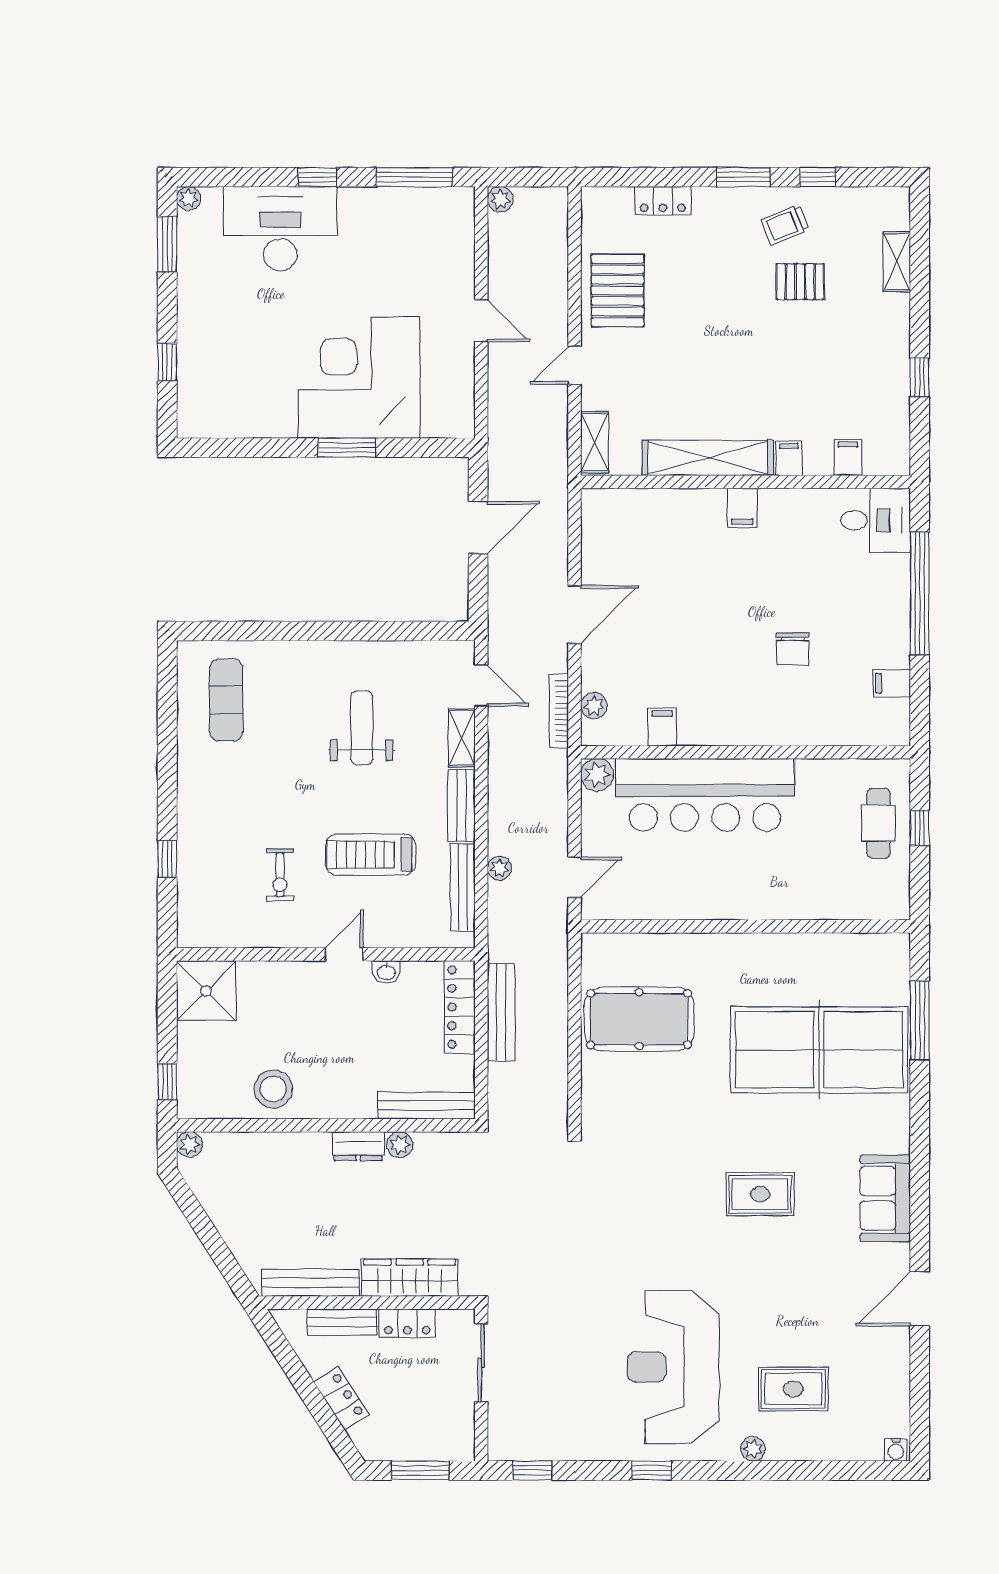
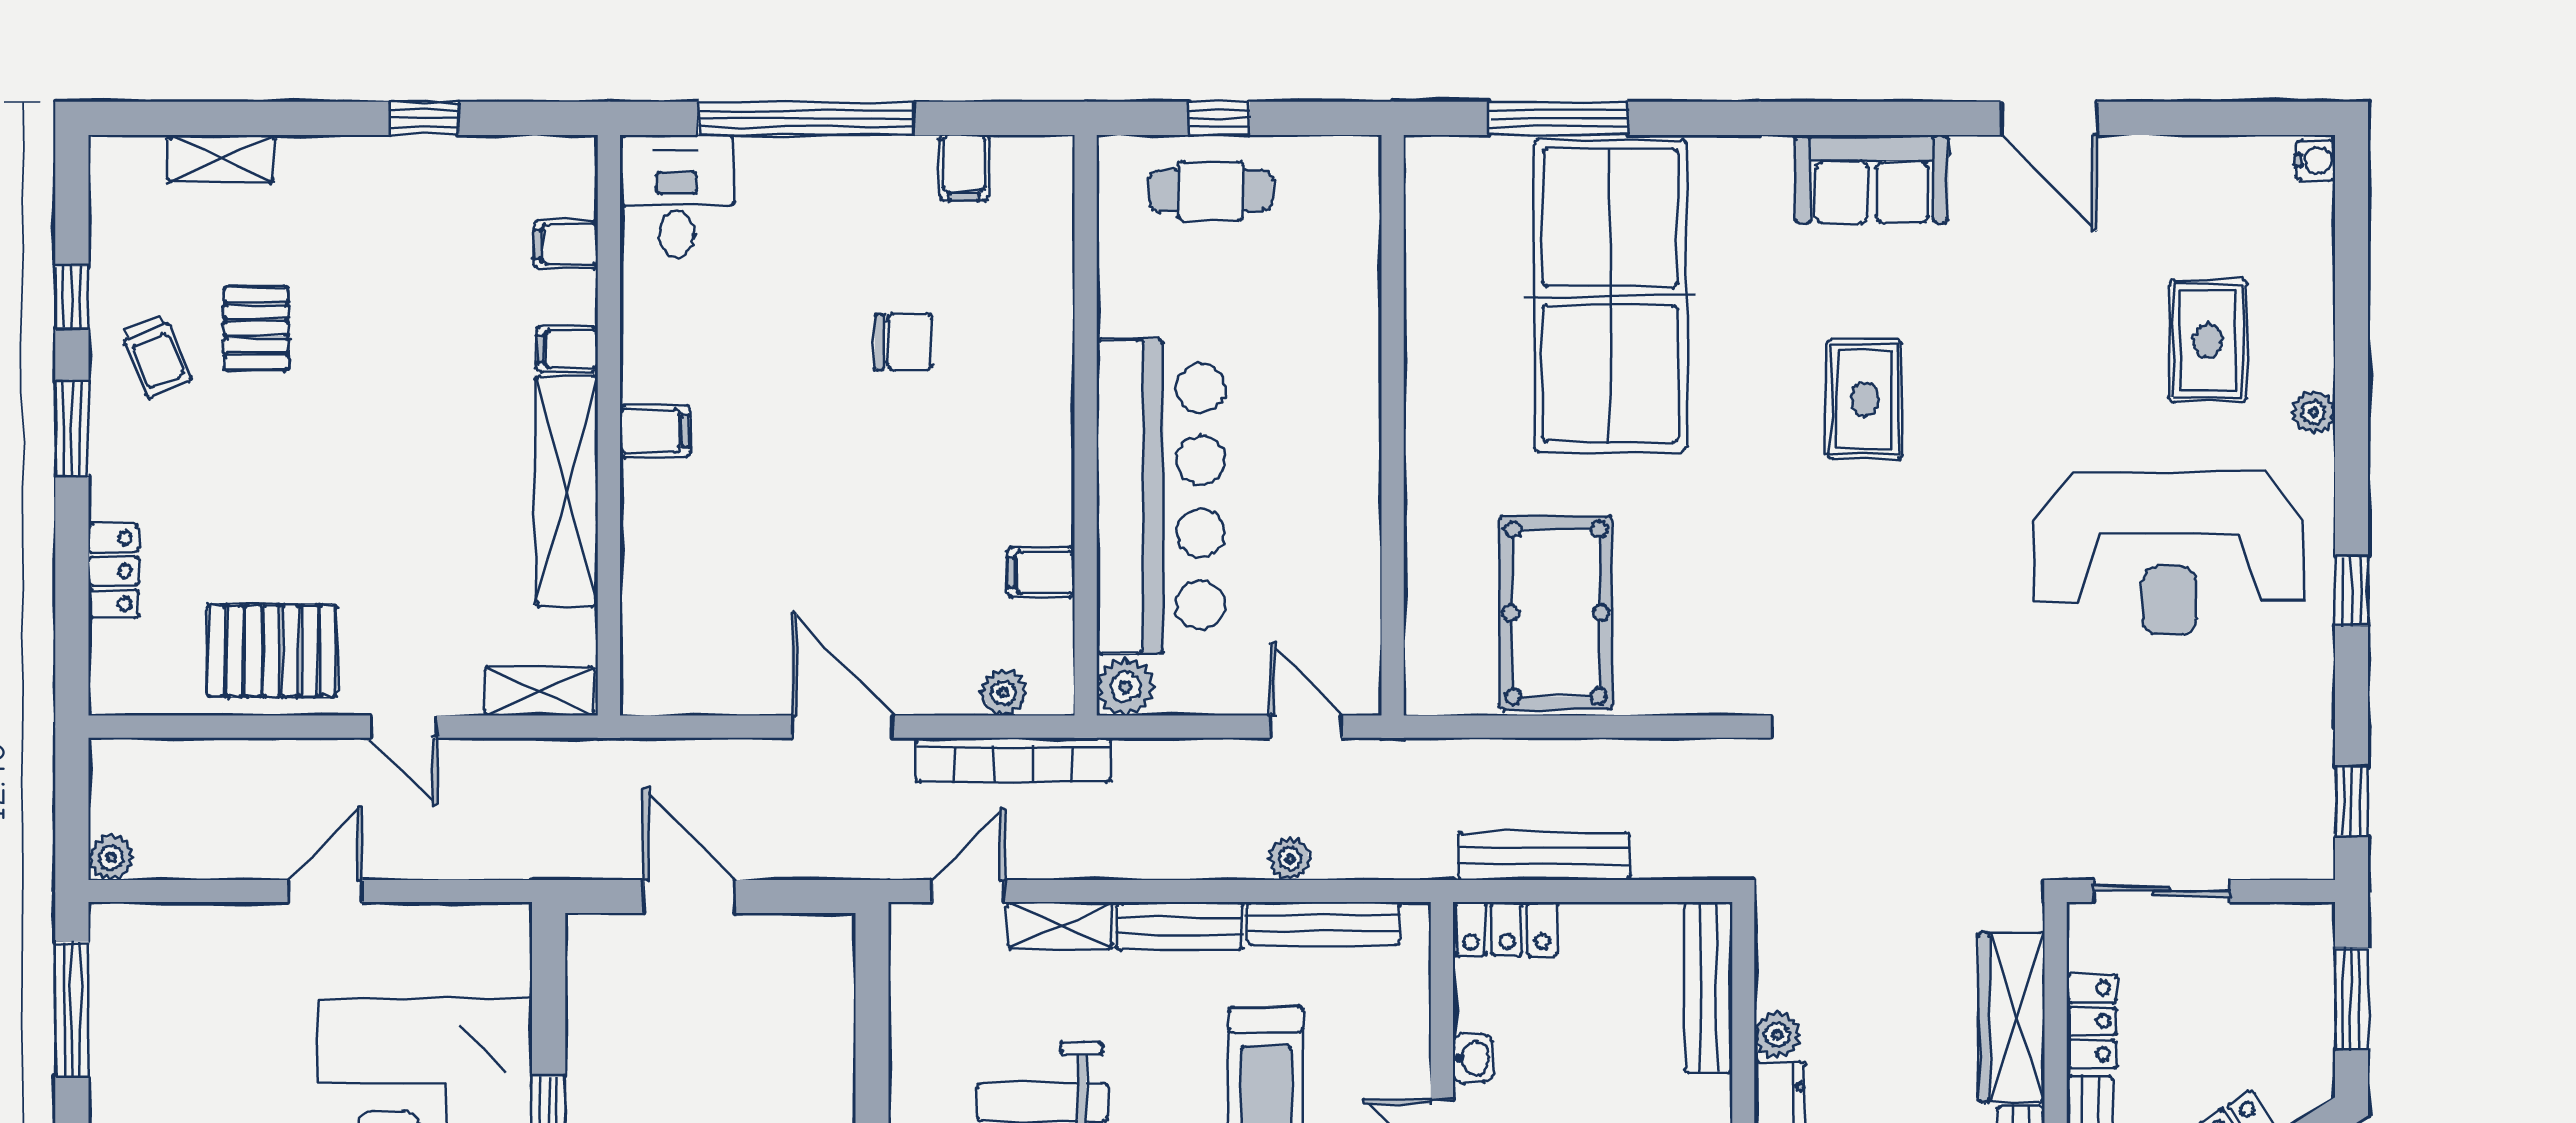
bookcase: (559, 711) -> (1013, 760), width x1.48, depth x1.31
locker: (460, 1007) -> (1507, 929), width x0.66

